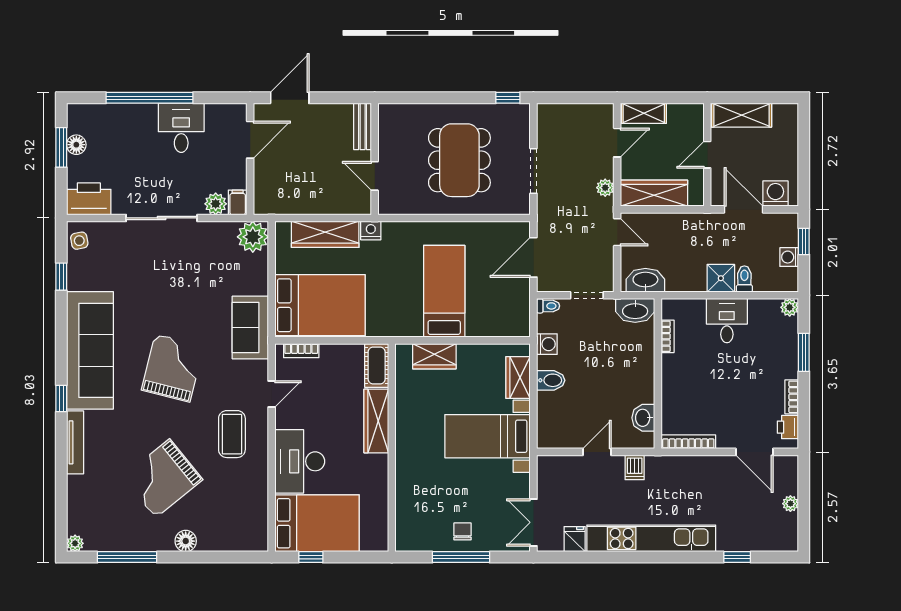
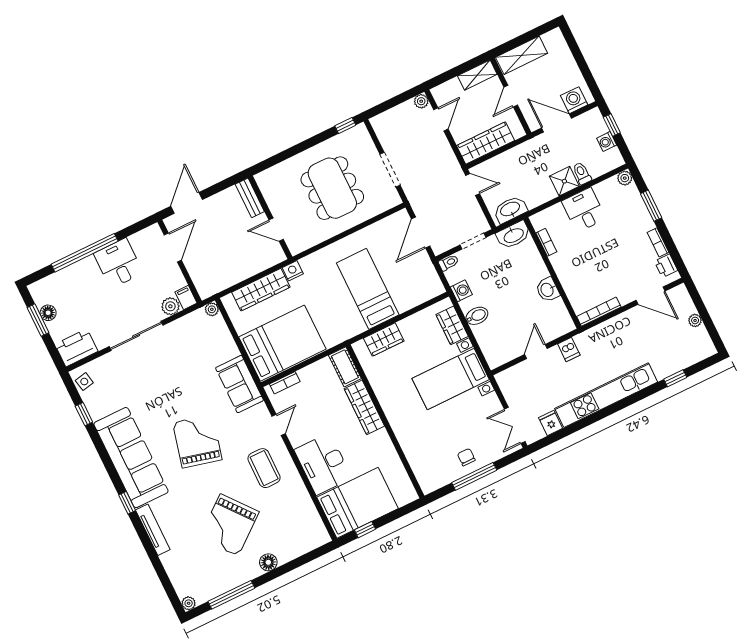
shelving: (644, 113) -> (477, 75), moved
plant: (605, 188) -> (421, 101), moved
plant: (253, 237) -> (212, 309), width x0.53, depth x0.53
washbasin: (643, 418) -> (547, 290), moved

